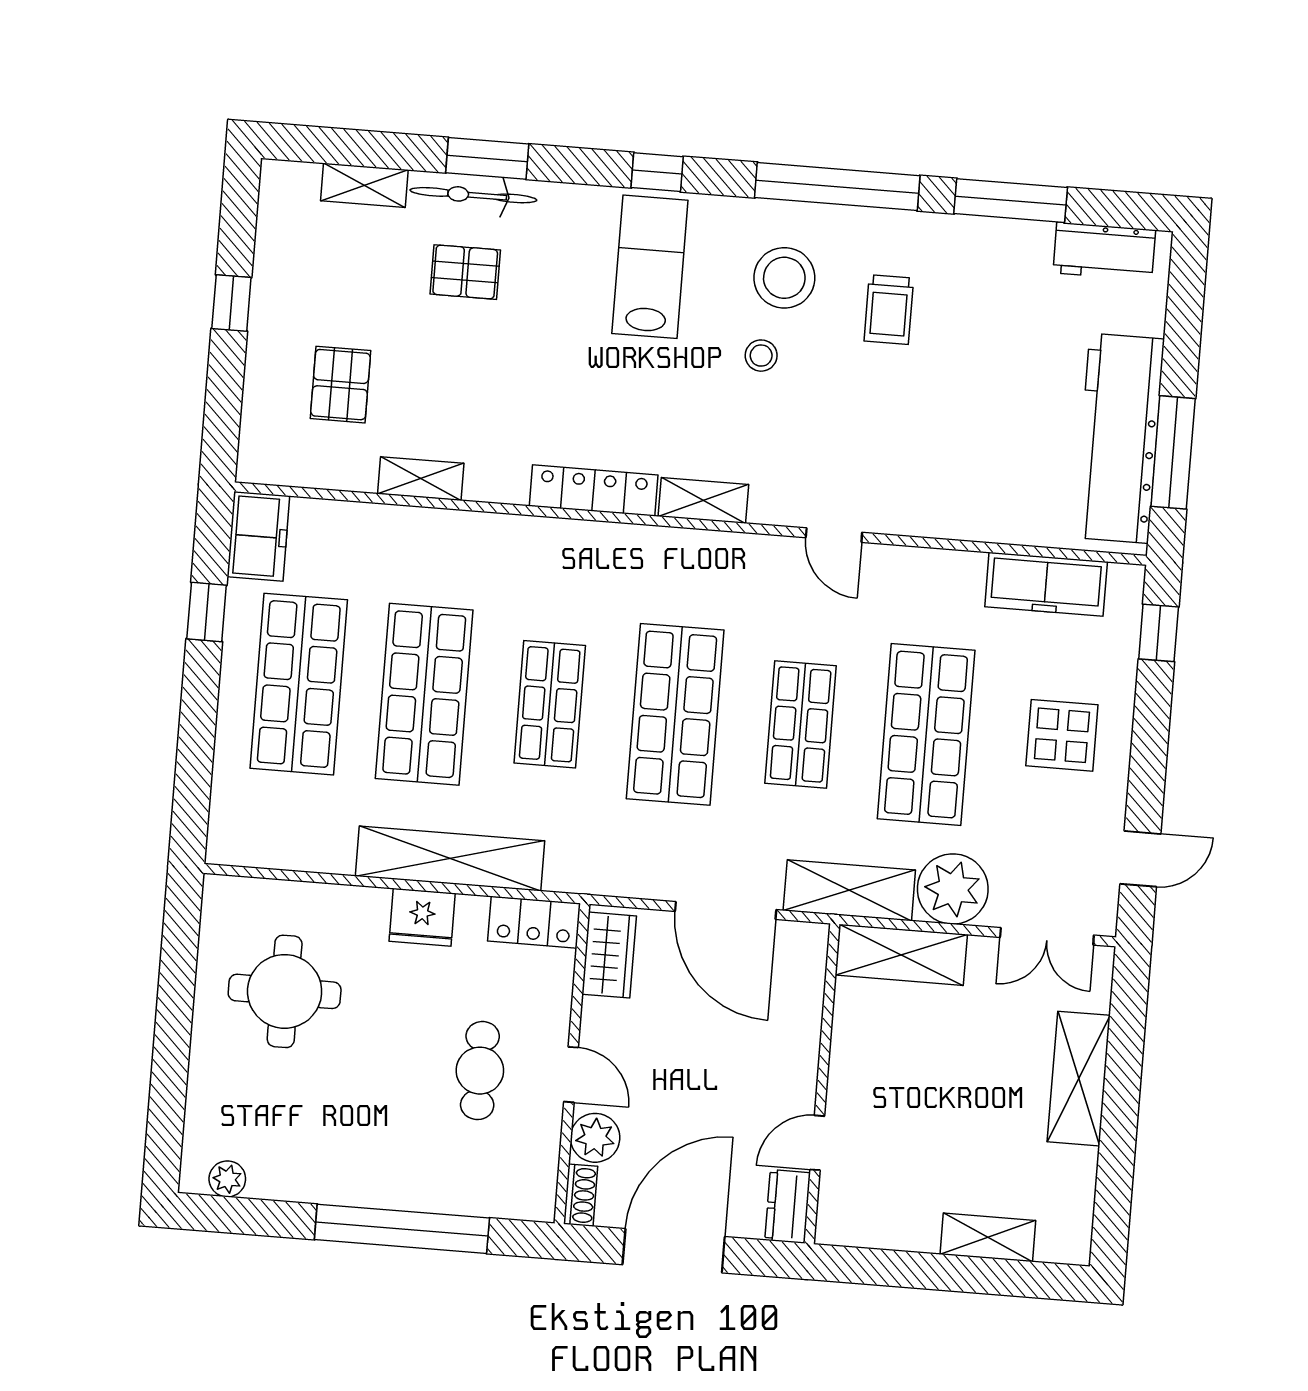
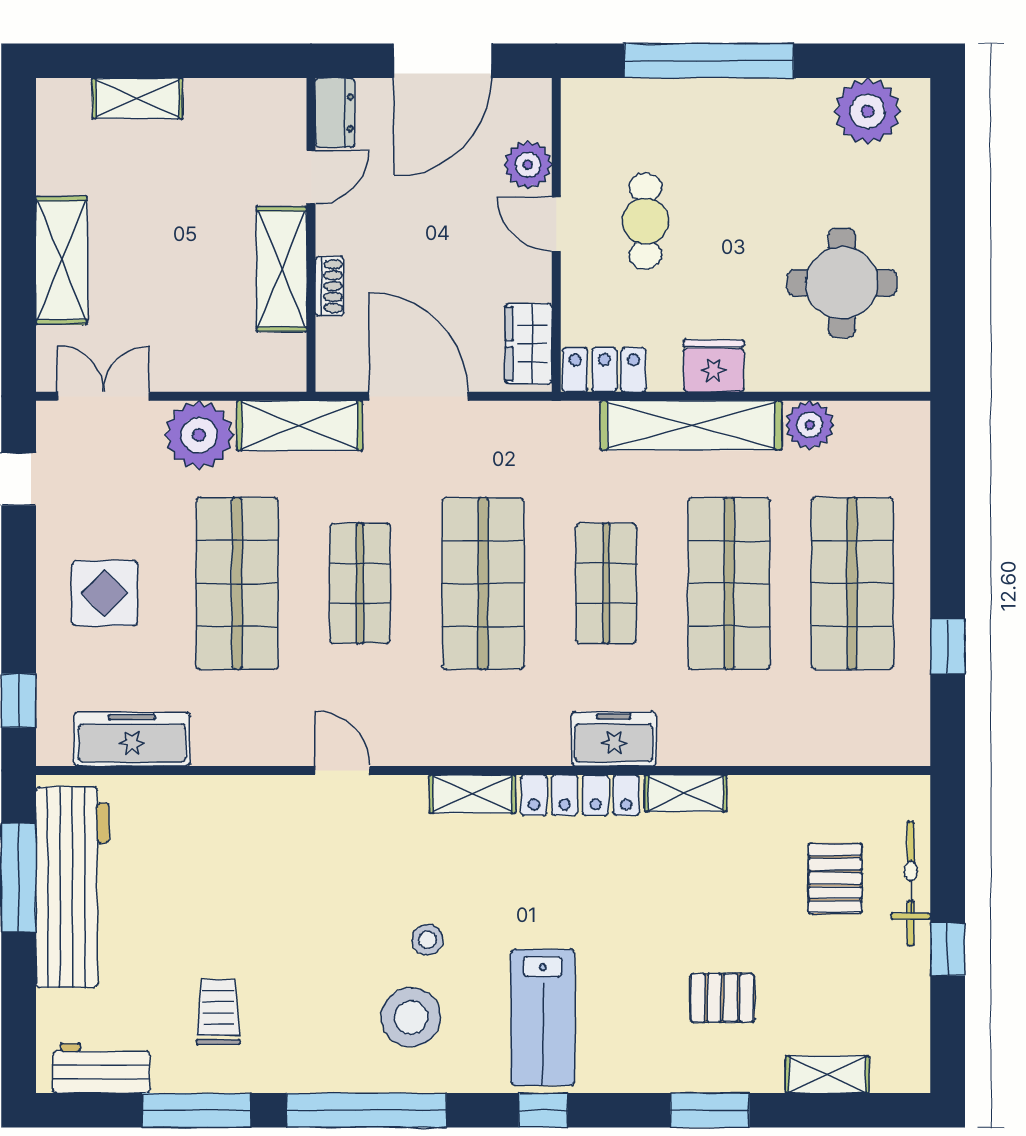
bicycle: (473, 195) -> (911, 884), moved, turned -90
trolley: (889, 310) -> (218, 1012), moved
shelving: (421, 479) -> (686, 793), moved
freezer: (258, 536) -> (614, 739), moved, turned 90
plant: (329, 849) -> (810, 425), added
shelving: (901, 955) -> (282, 269), moved, turned 90
plant: (227, 1179) -> (867, 111), width x1.88, depth x1.88
shoe rack: (581, 1195) -> (330, 286), moved, turned 180

